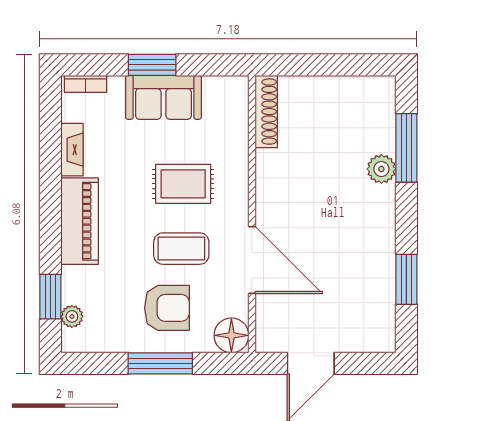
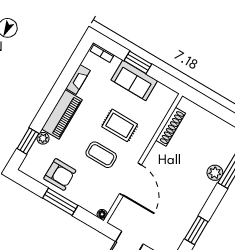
shoe rack: (266, 112) -> (171, 127), moved
armchair: (167, 308) -> (60, 174), moved
plant: (72, 316) -> (43, 138), moved
floor lamp: (231, 335) -> (102, 214), width x0.53, depth x0.53

